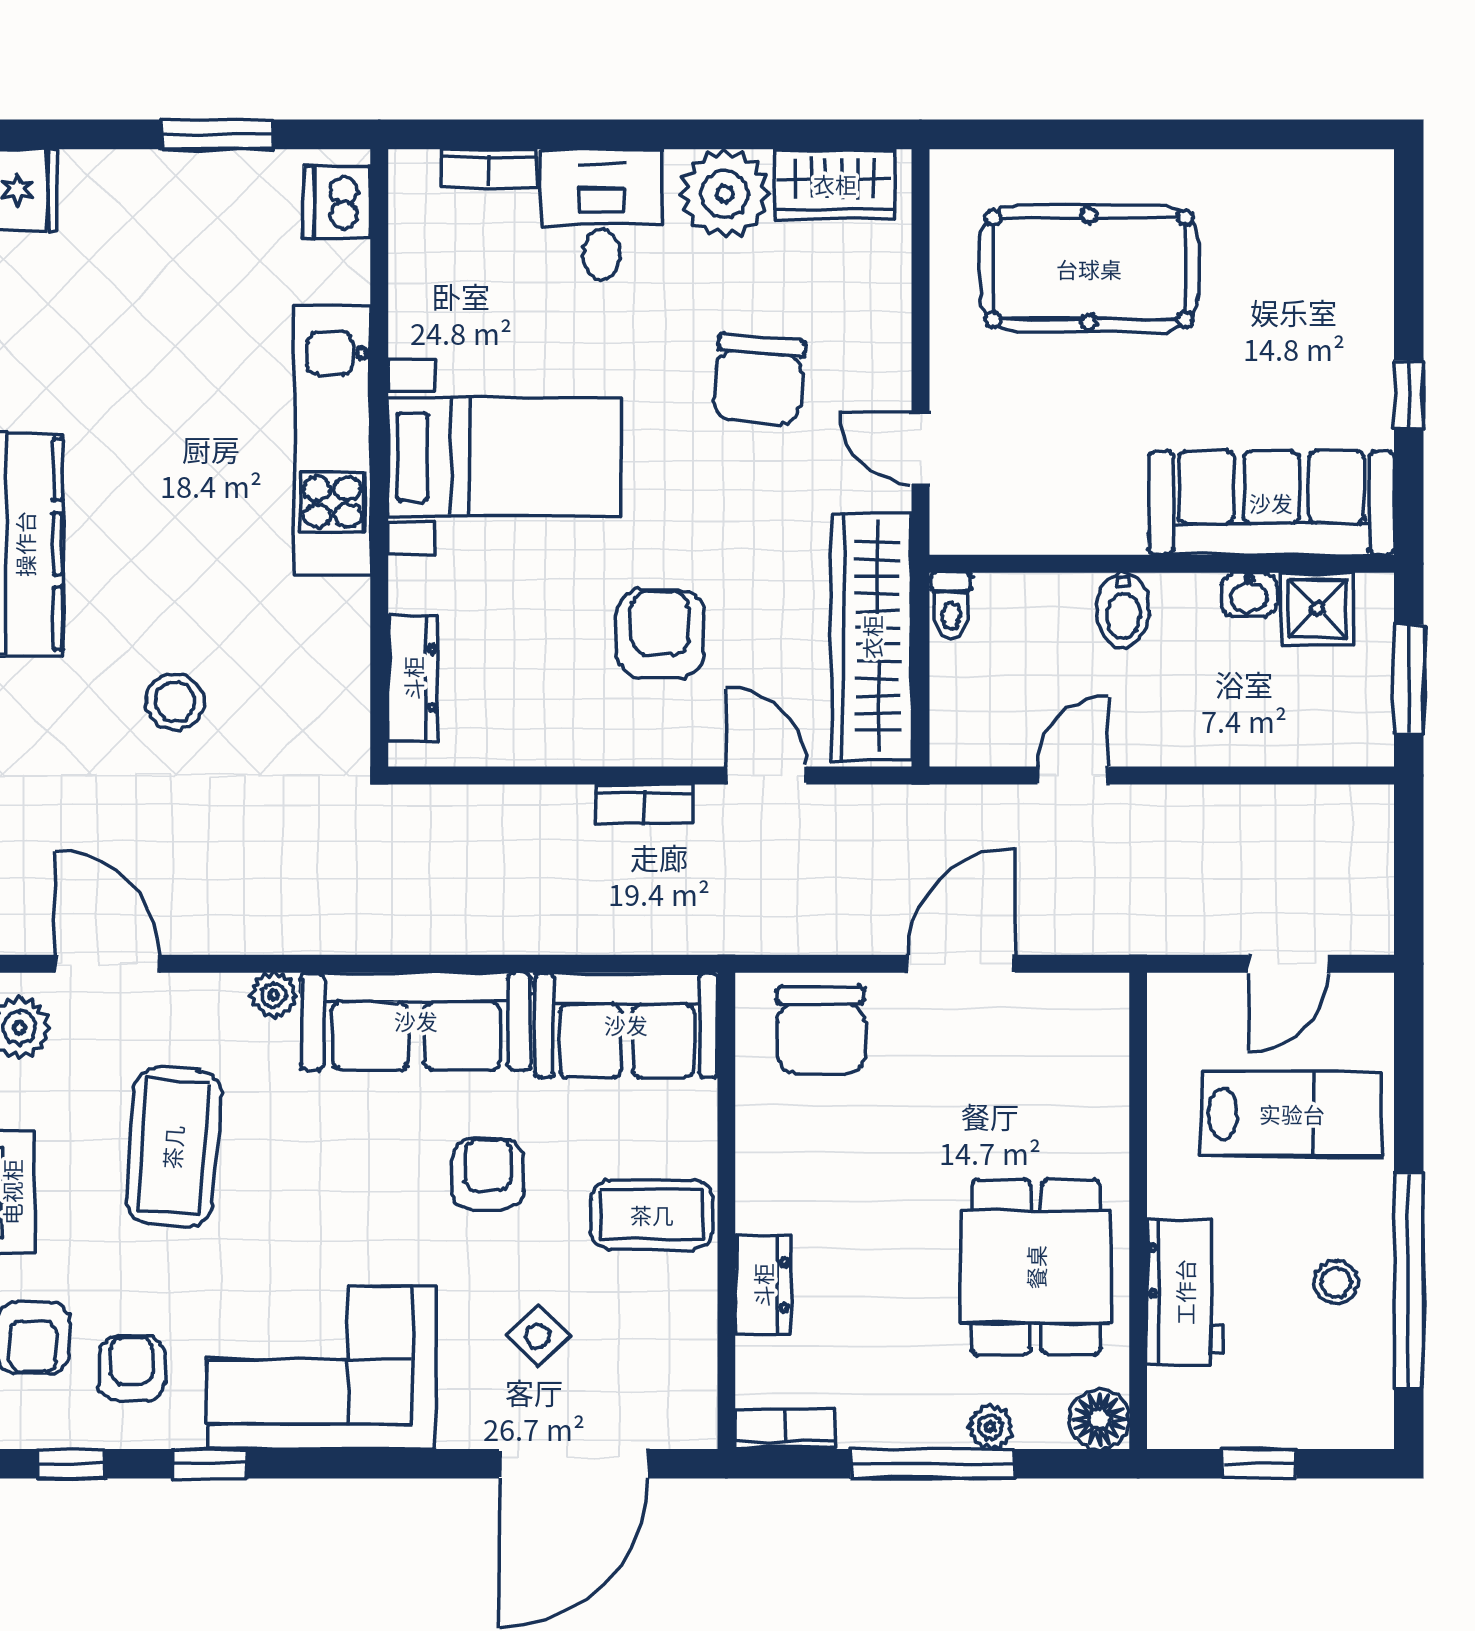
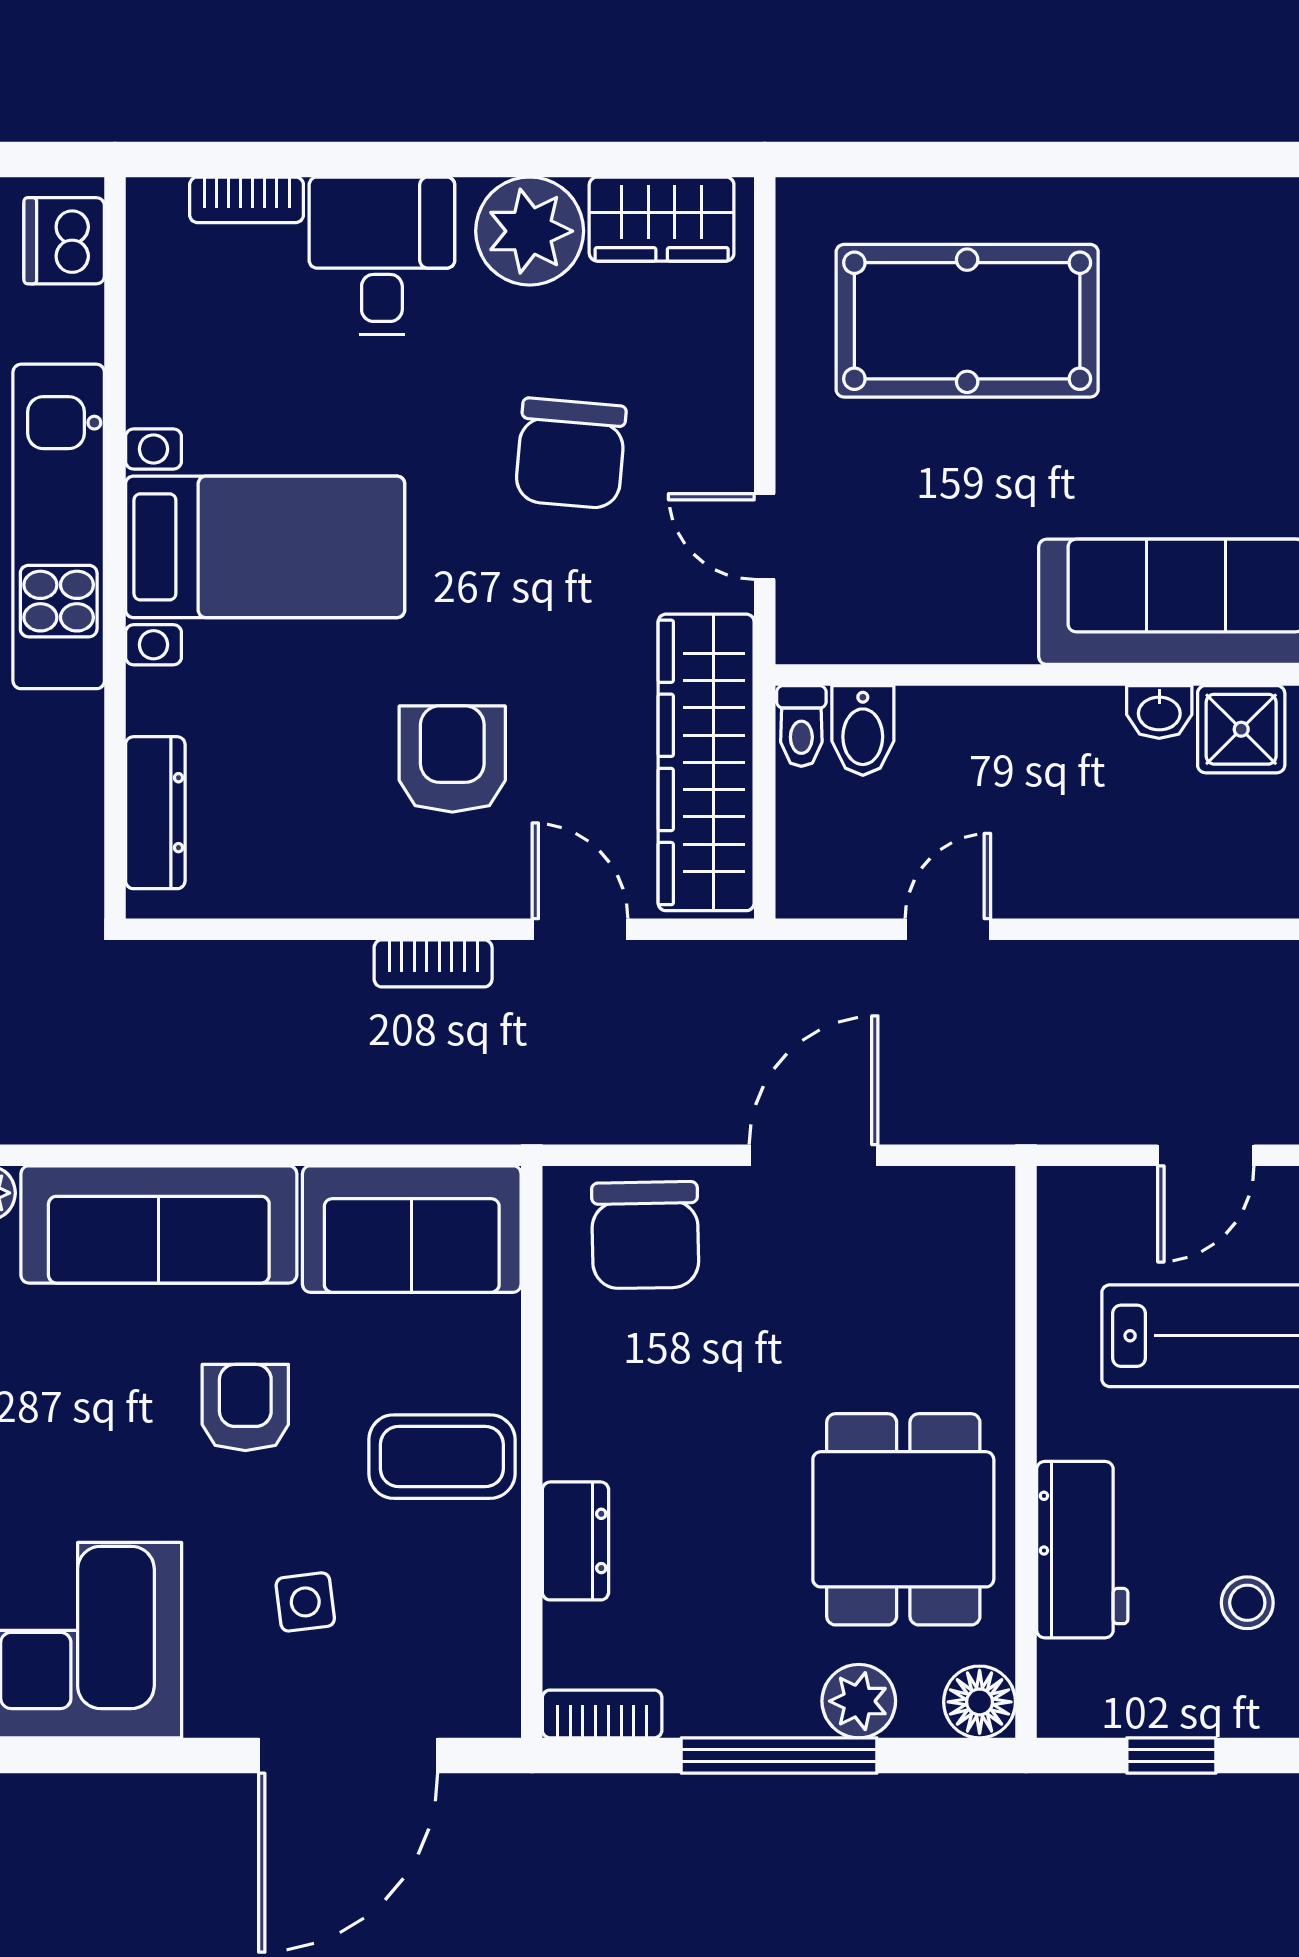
bidet: (1123, 610) -> (863, 730), moved
stool: (1336, 1282) -> (1247, 1603), moved
side table: (538, 1336) -> (305, 1602), turned 37
plant: (990, 1427) -> (859, 1701), width x1.38, depth x1.38

